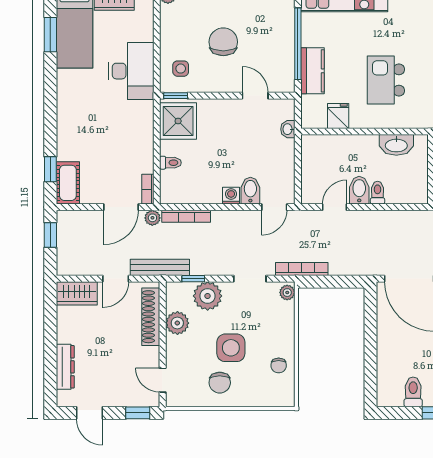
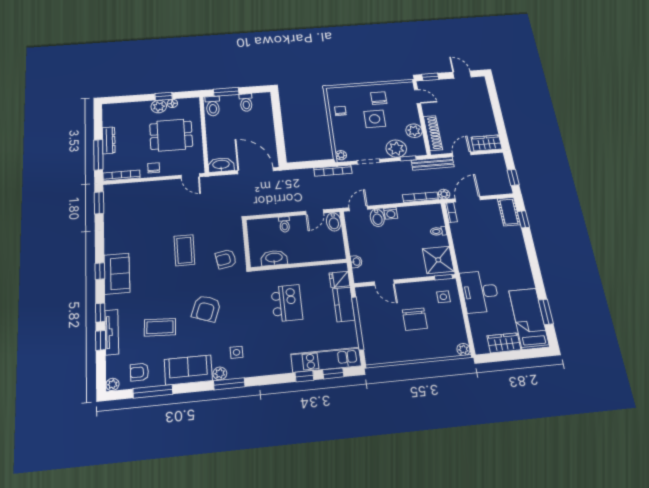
fridge: (338, 116) -> (340, 279), moved, turned 90
bidet: (359, 190) -> (334, 222), moved
dresser: (65, 367) -> (484, 99), removed

